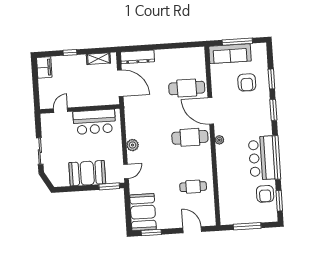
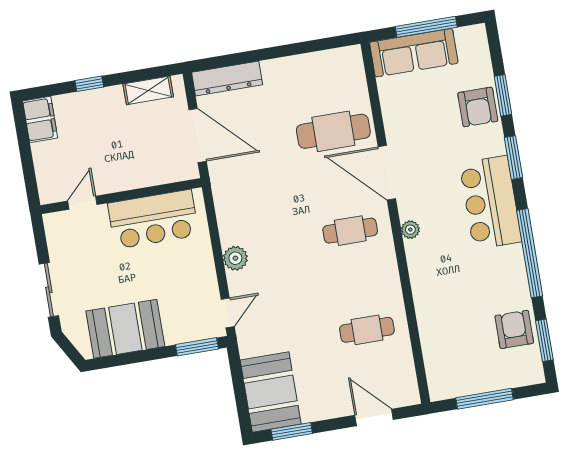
armchair: (247, 82) -> (478, 107), moved
cafe table: (190, 137) -> (350, 231), width x0.73, depth x0.74
bar counter: (262, 158) -> (491, 203), moved
booth: (87, 173) -> (125, 329), moved
armchair: (265, 194) -> (514, 329), turned 180

